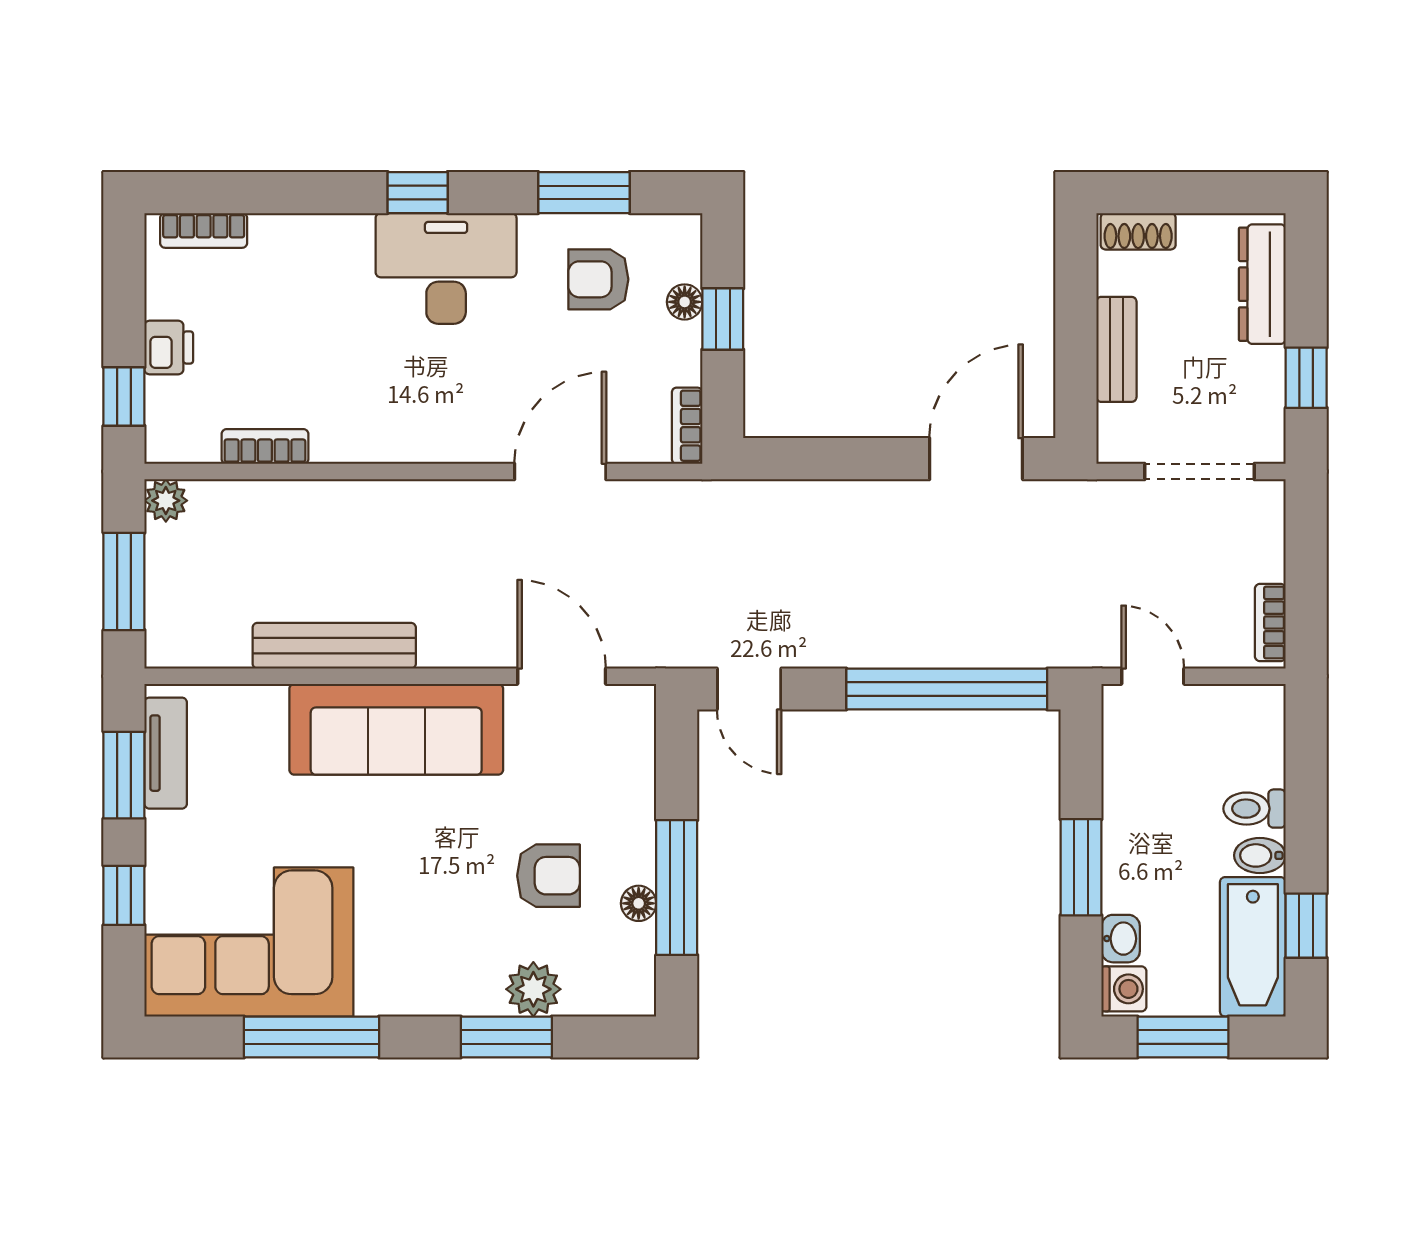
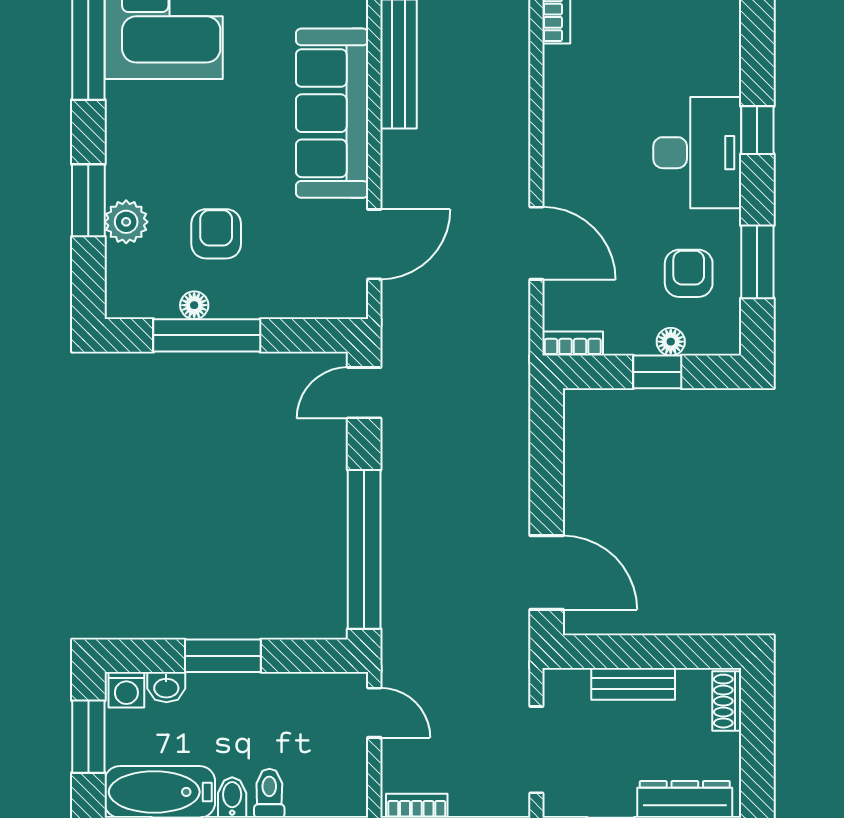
door: (1153, 676) -> (374, 713), hinge flipped
armchair: (548, 876) -> (216, 234), turned 180

